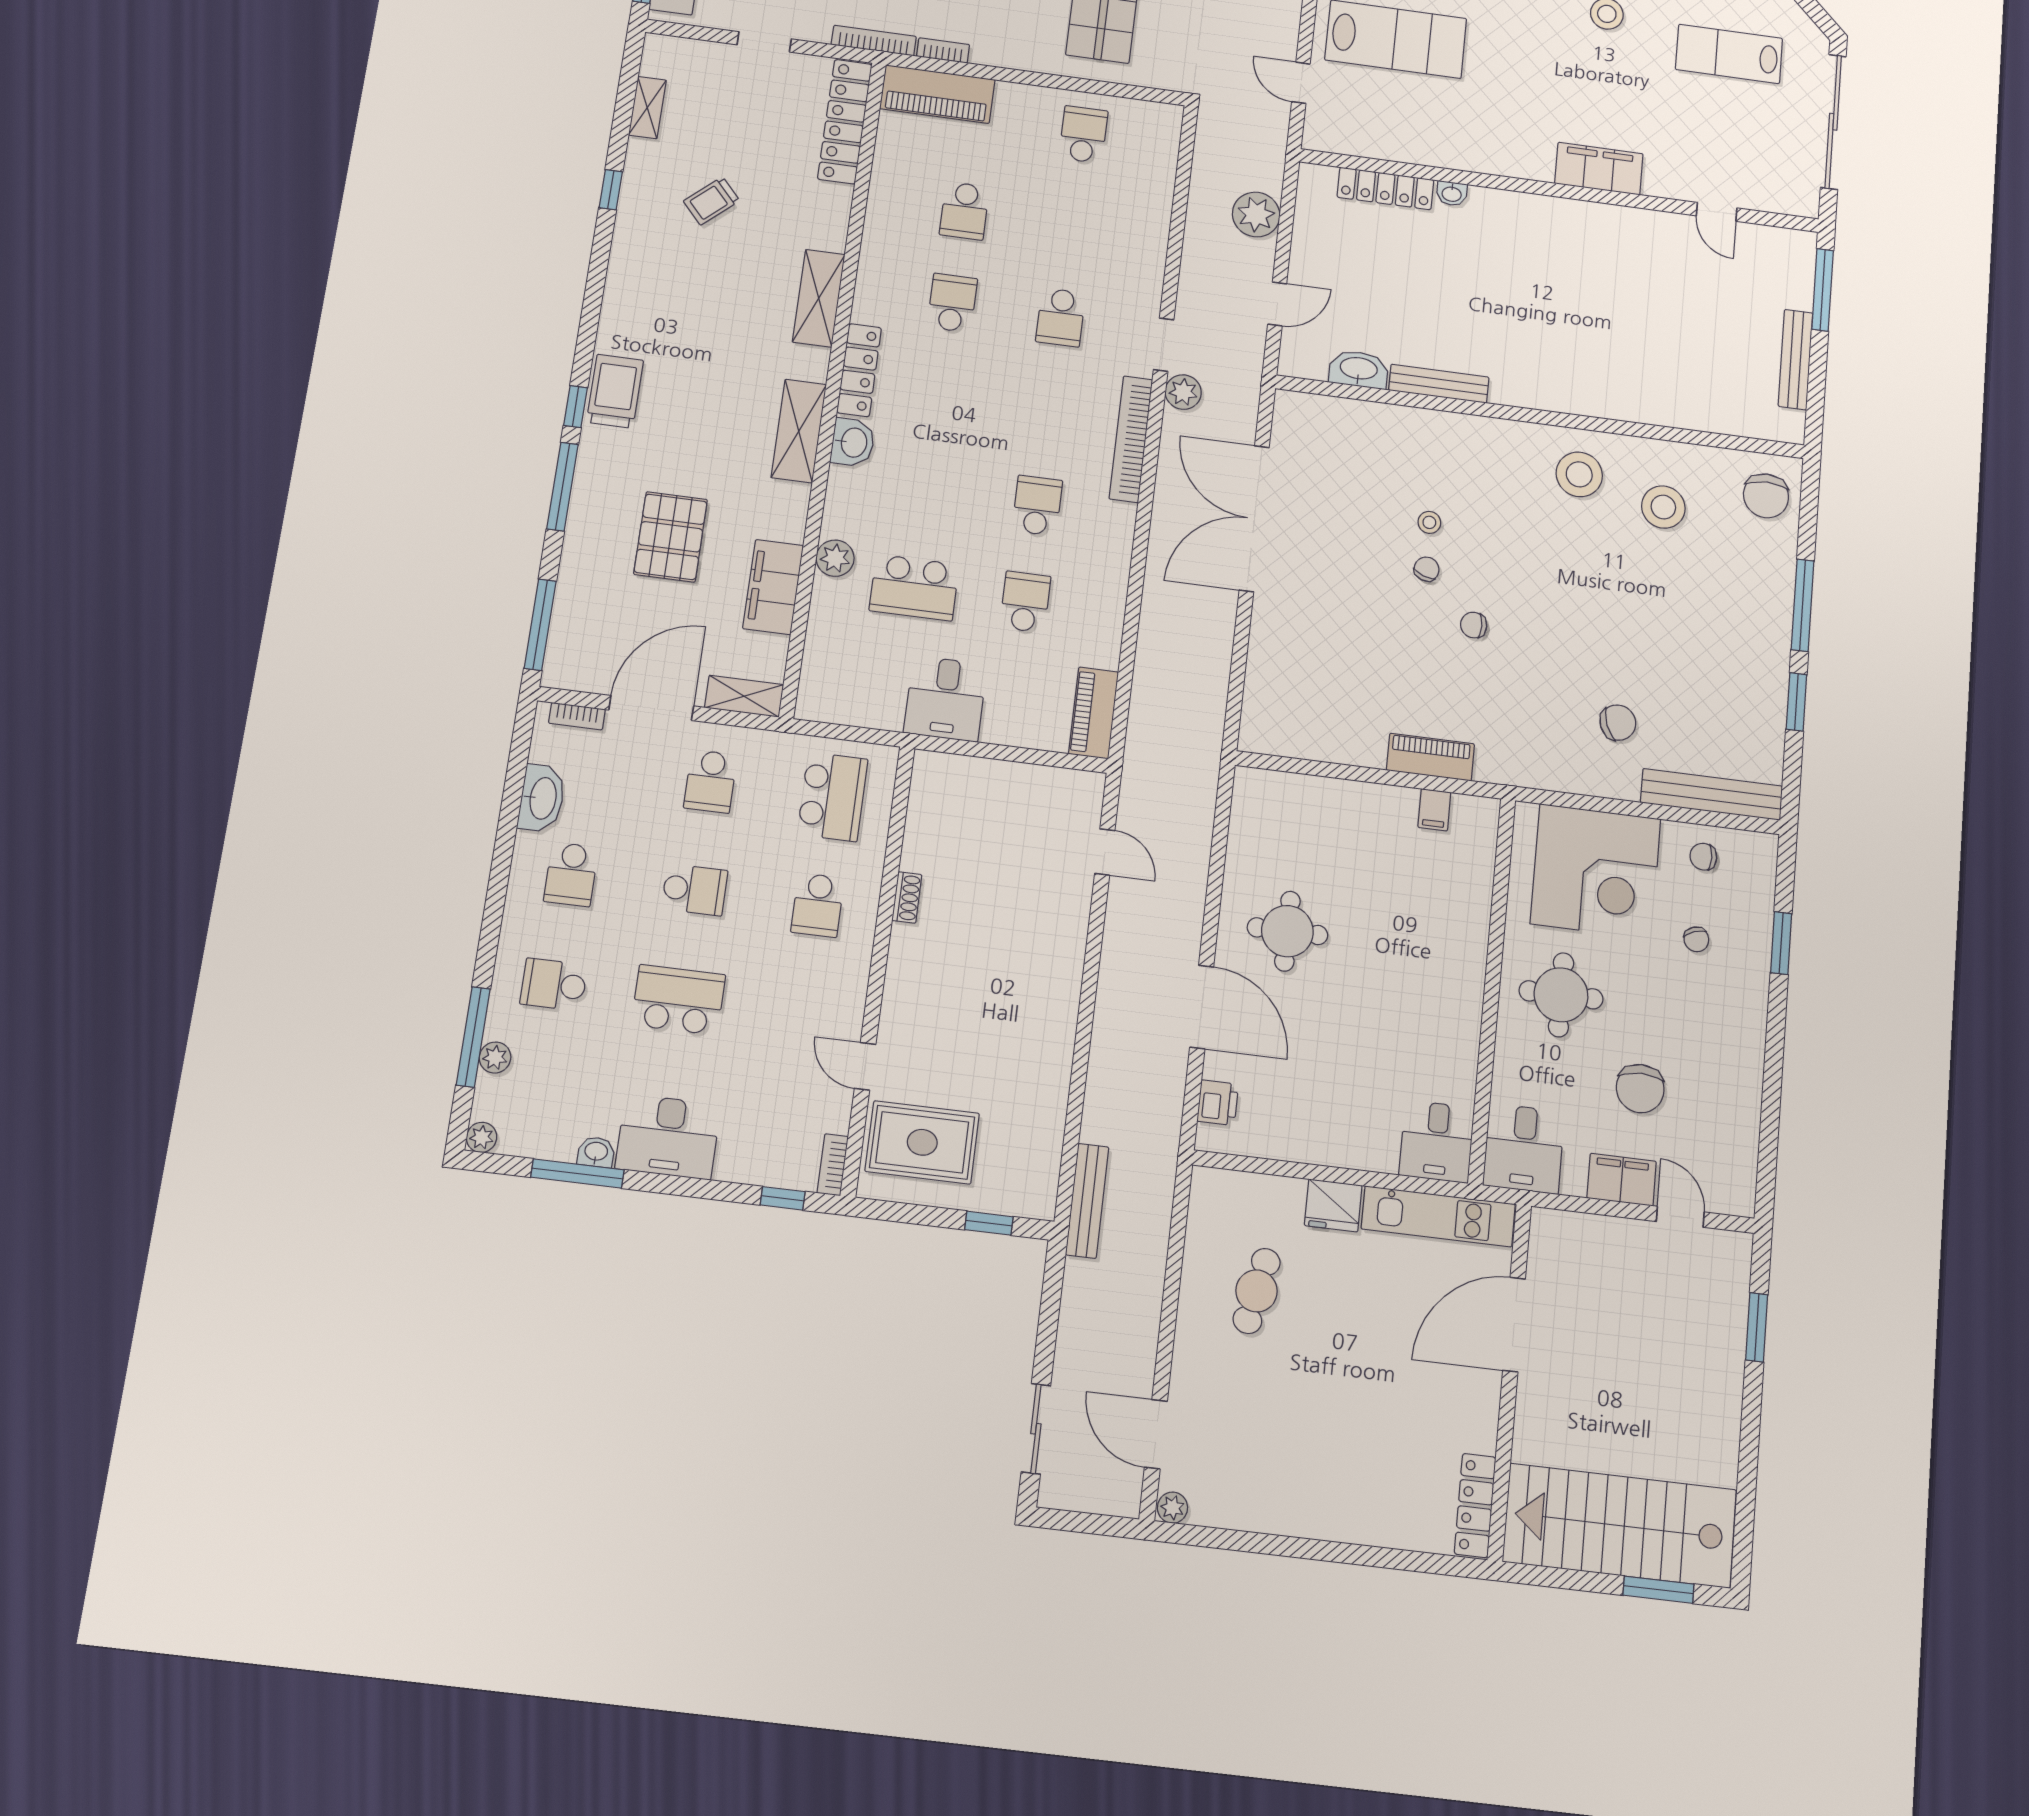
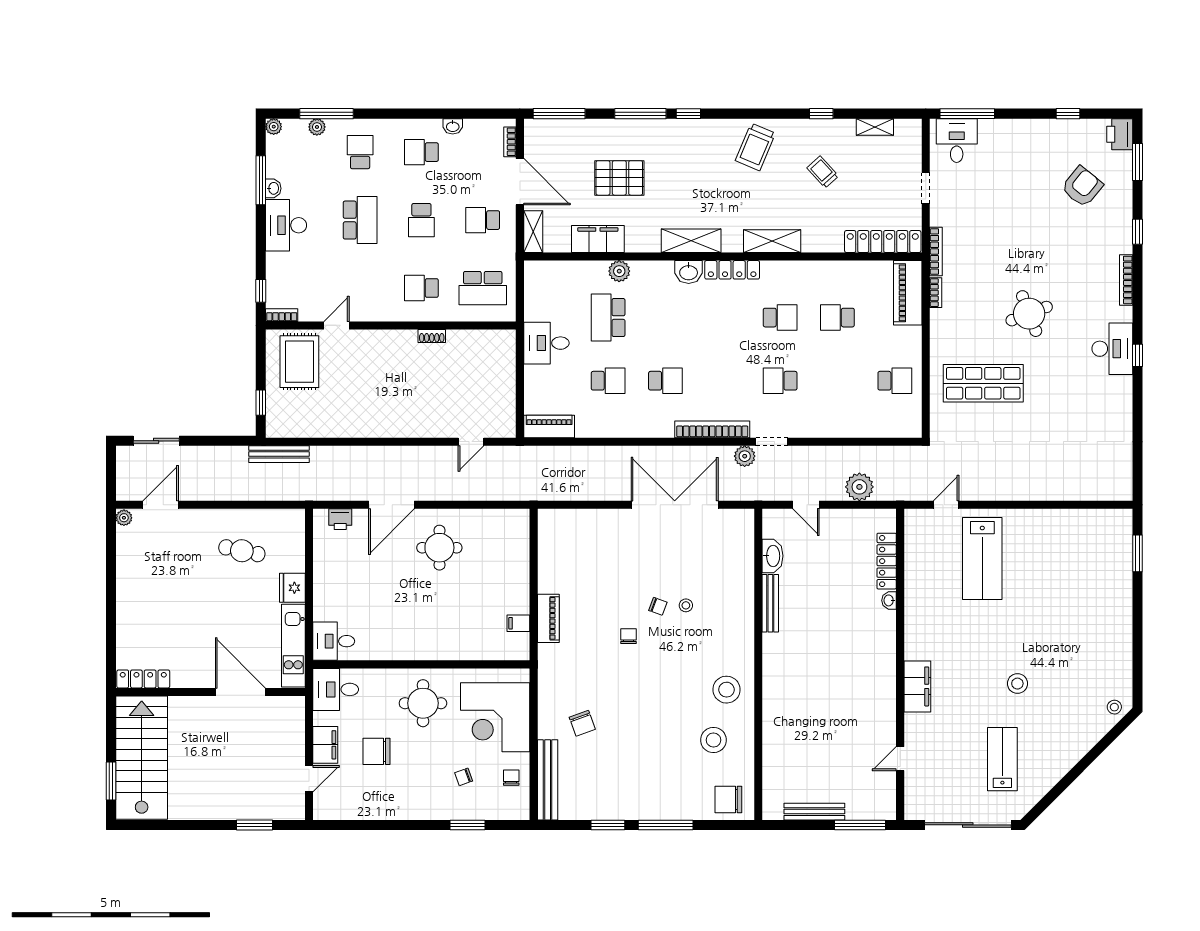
trolley: (615, 391) -> (755, 147), moved, turned 113
washbasin: (542, 798) -> (453, 126), width x0.52, depth x0.69

